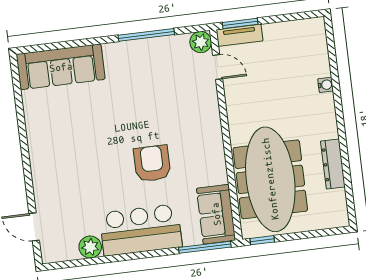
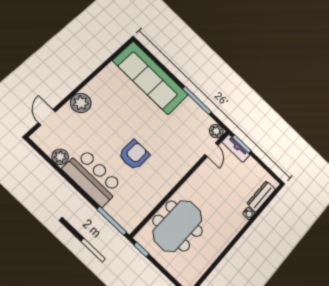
sofa: (61, 67) -> (151, 78), width x1.36, depth x1.27
dresser: (333, 164) -> (261, 196), moved
plant: (46, 176) -> (81, 103), added
meeting table: (270, 179) -> (178, 226), width x0.73
sofa: (216, 214) -> (135, 212), removed

